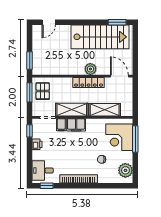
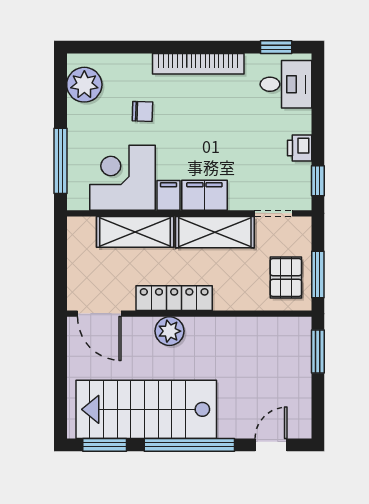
window: (82, 22) -> (189, 445), added
filing cabinet: (61, 125) -> (169, 195), moved
corner desk: (119, 137) -> (123, 178), moved, turned -90

